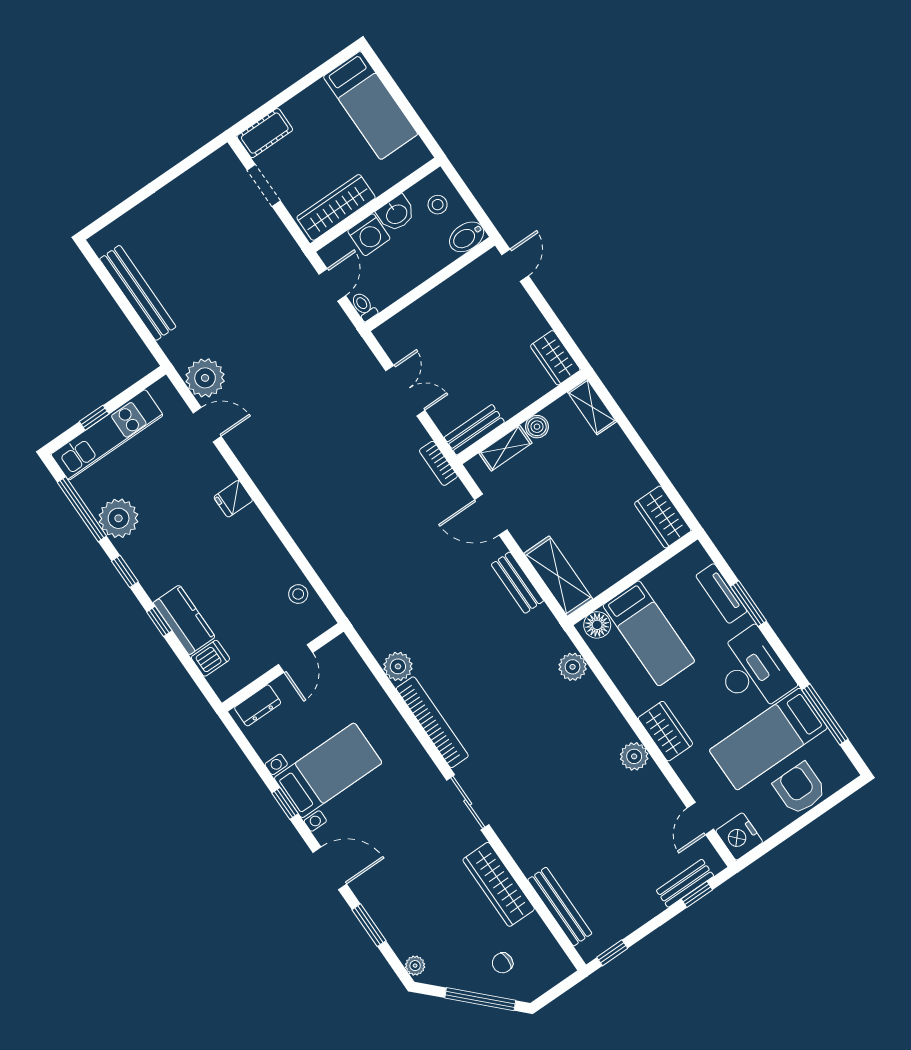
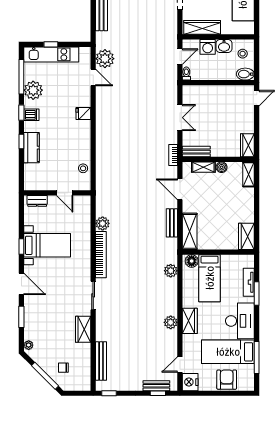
dishwasher: (210, 658) -> (31, 115), moved
door: (296, 659) -> (65, 193), hinge flipped
wardrobe: (499, 884) -> (83, 329), width x0.67

